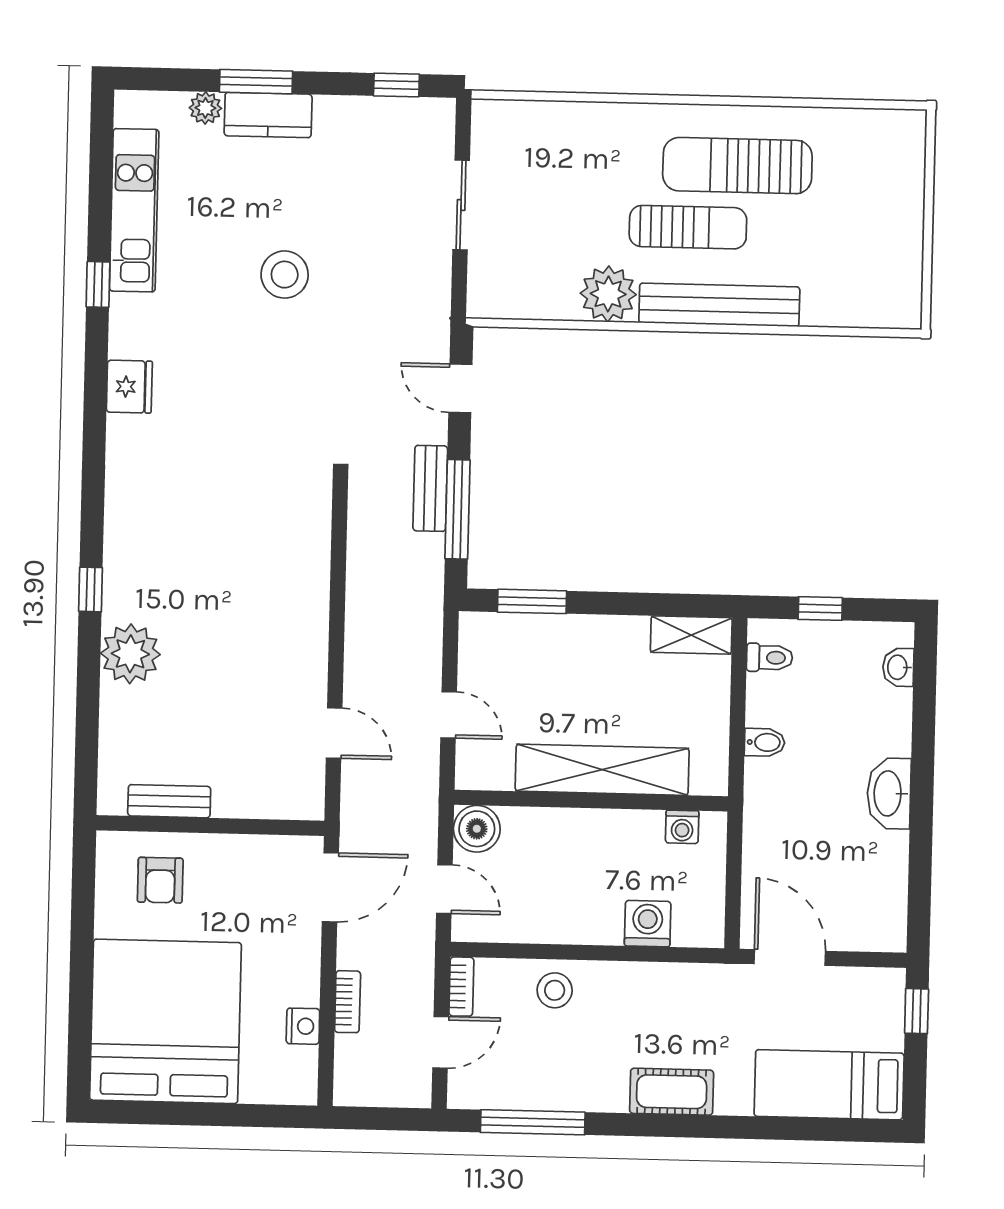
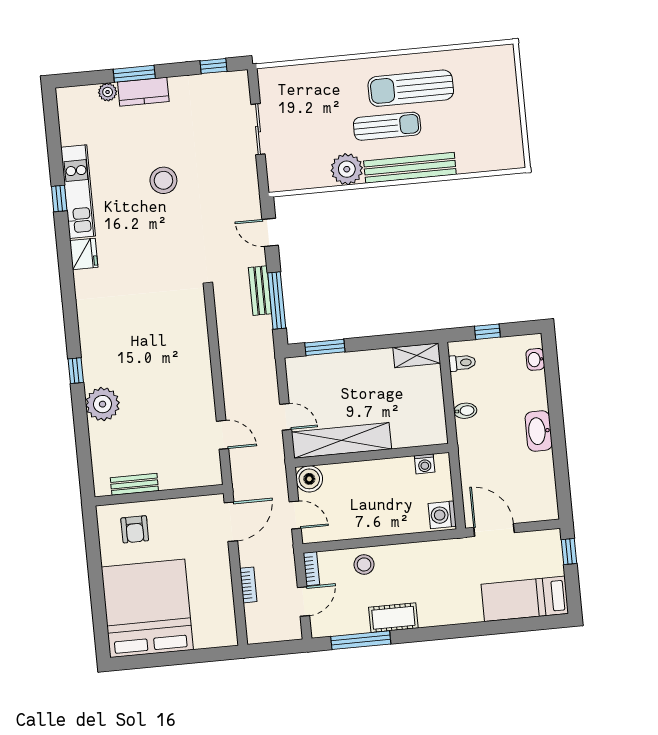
kitchen unit: (134, 210) -> (78, 192), moved
shelving: (602, 770) -> (341, 440), moved
washing machine: (648, 924) -> (442, 515), moved, turned -90
nightstand: (303, 1026) -> (225, 602), removed
cot: (672, 1092) -> (393, 618), moved

